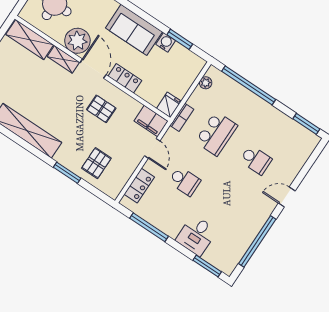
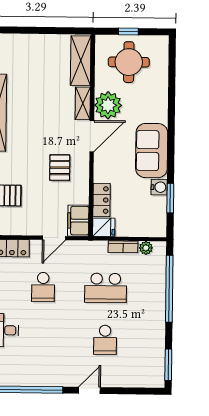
locker: (125, 78) -> (102, 200), moved
bookcase: (182, 117) -> (123, 247), moved
door: (287, 197) -> (89, 390), hinge flipped

